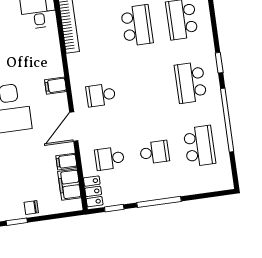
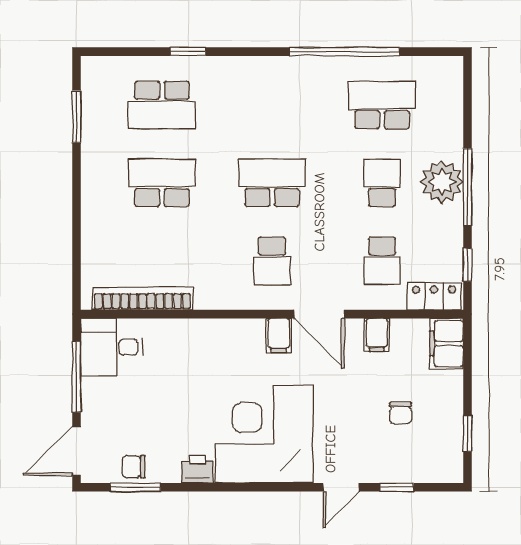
window: (219, 63) -> (188, 52), moved
school desk: (191, 83) -> (272, 183), moved, turned 180
filing cabinet: (56, 86) -> (279, 335), moved
filing cabinet: (69, 185) -> (446, 344), moved, turned 90
plant: (160, 187) -> (442, 182), added
chair: (31, 208) -> (400, 413), moved

